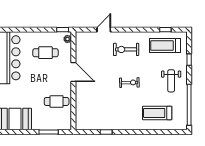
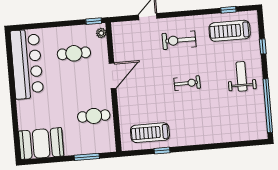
door: (73, 72) -> (113, 76), hinge flipped
weight bench: (171, 81) -> (242, 76), turned 180
treadmill: (157, 113) -> (150, 133), moved

